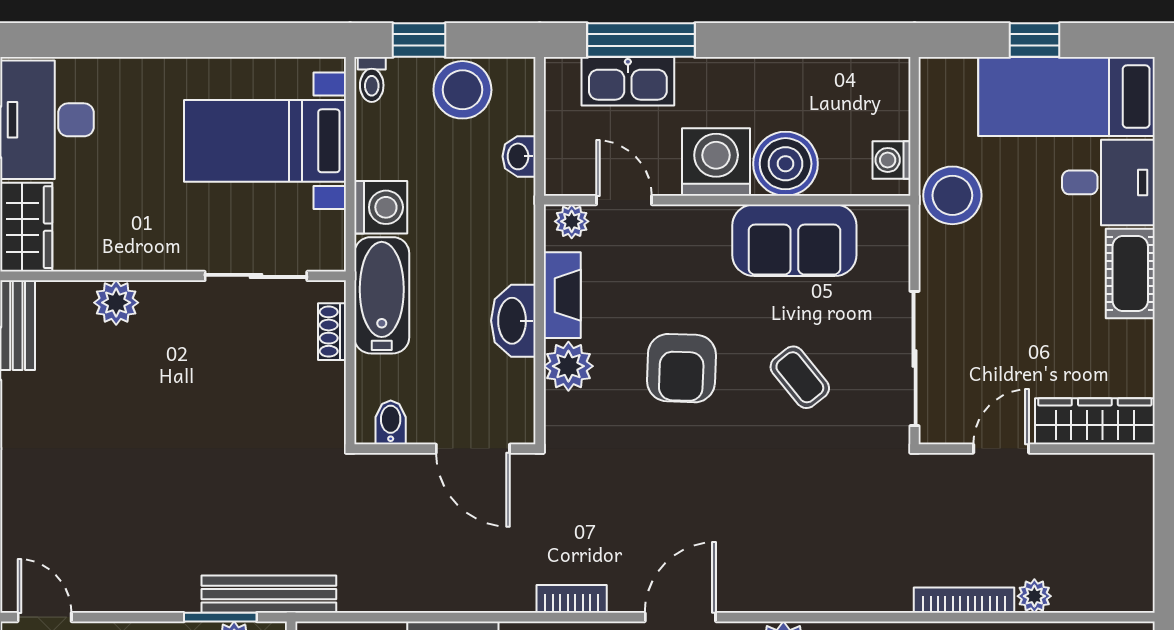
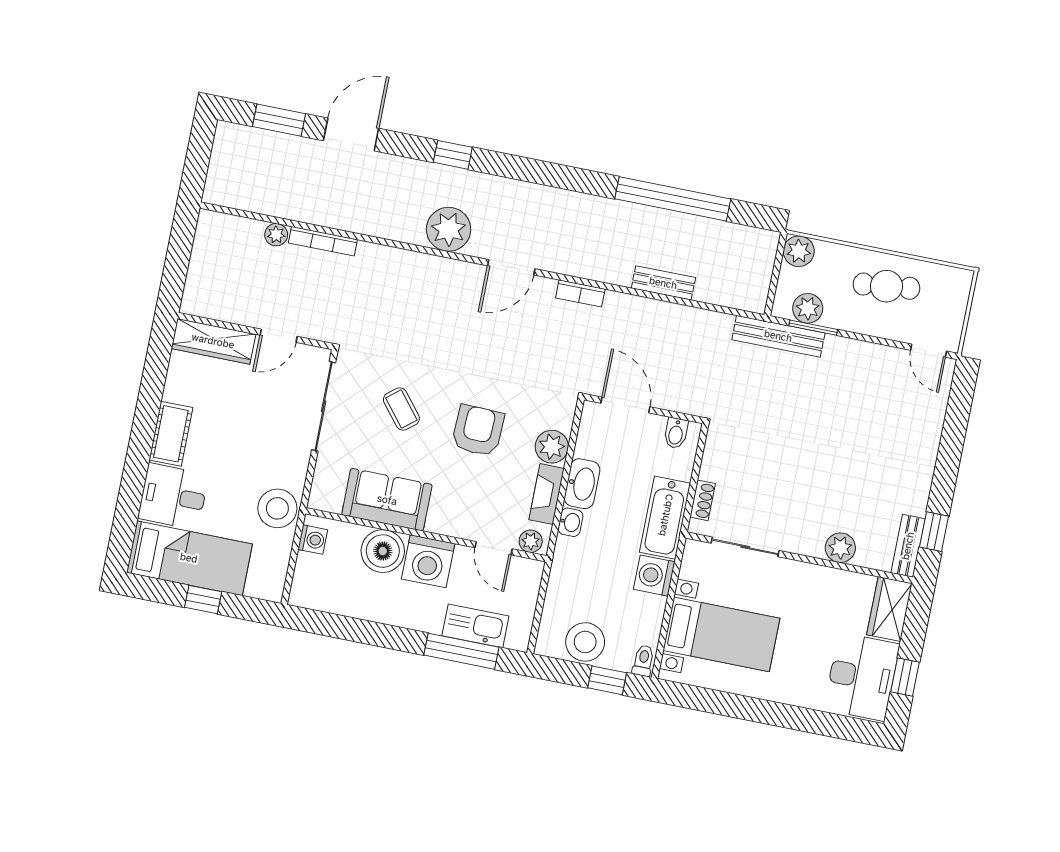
washbasin: (519, 156) -> (570, 522), moved

